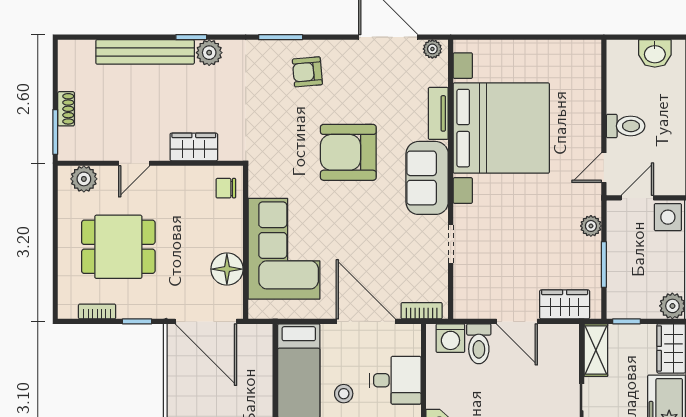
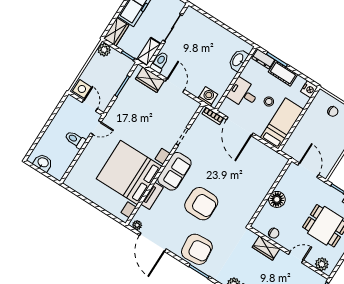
armchair: (307, 72) -> (197, 249), width x1.88, depth x1.88
chair: (226, 188) -> (274, 233), moved
door: (637, 198) -> (90, 106), swing flipped
plant: (591, 226) -> (117, 106), removed
corner sofa: (284, 249) -> (255, 180), removed
floor lamp: (227, 269) -> (277, 199), moved
door: (206, 321) -> (308, 170), width x0.73
toilet: (479, 344) -> (160, 62), moved

